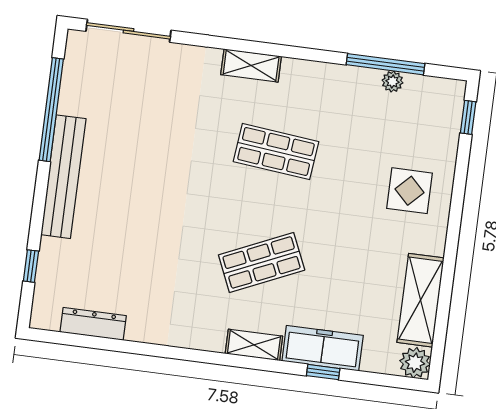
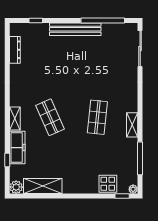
shelving: (251, 65) -> (132, 125), moved
plant: (392, 82) -> (133, 189), moved
display table: (410, 191) -> (108, 184), moved
window: (323, 372) -> (7, 160), moved

